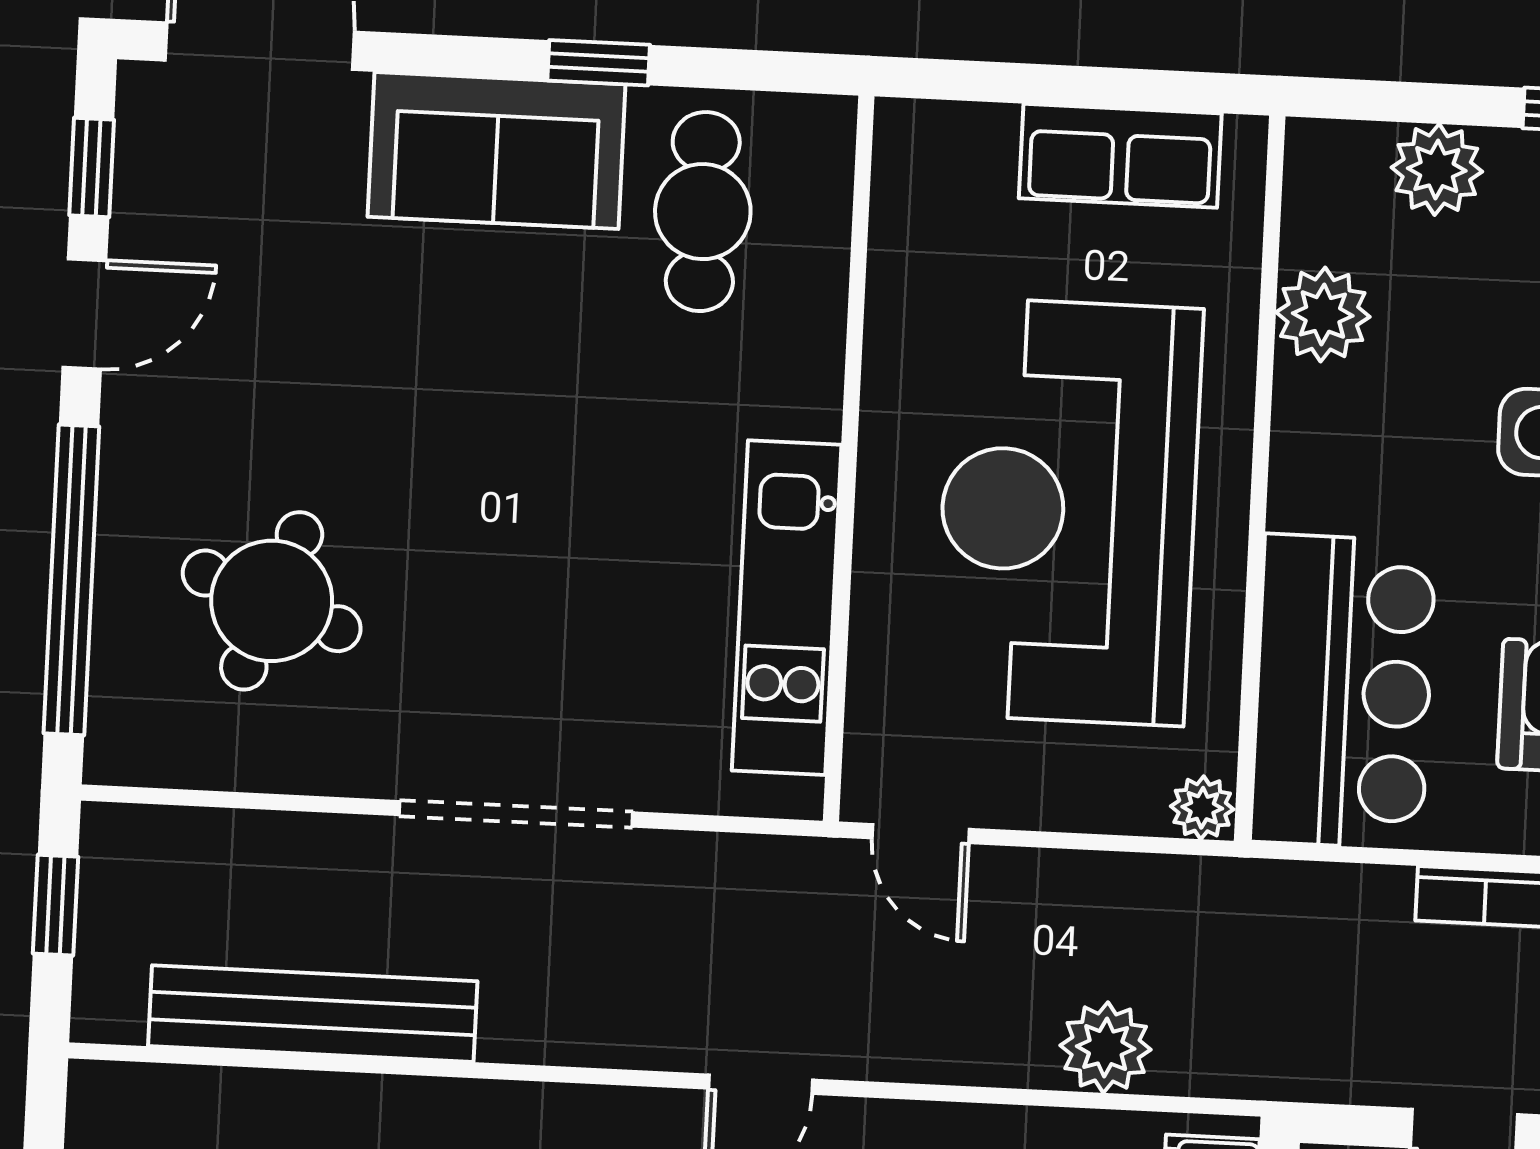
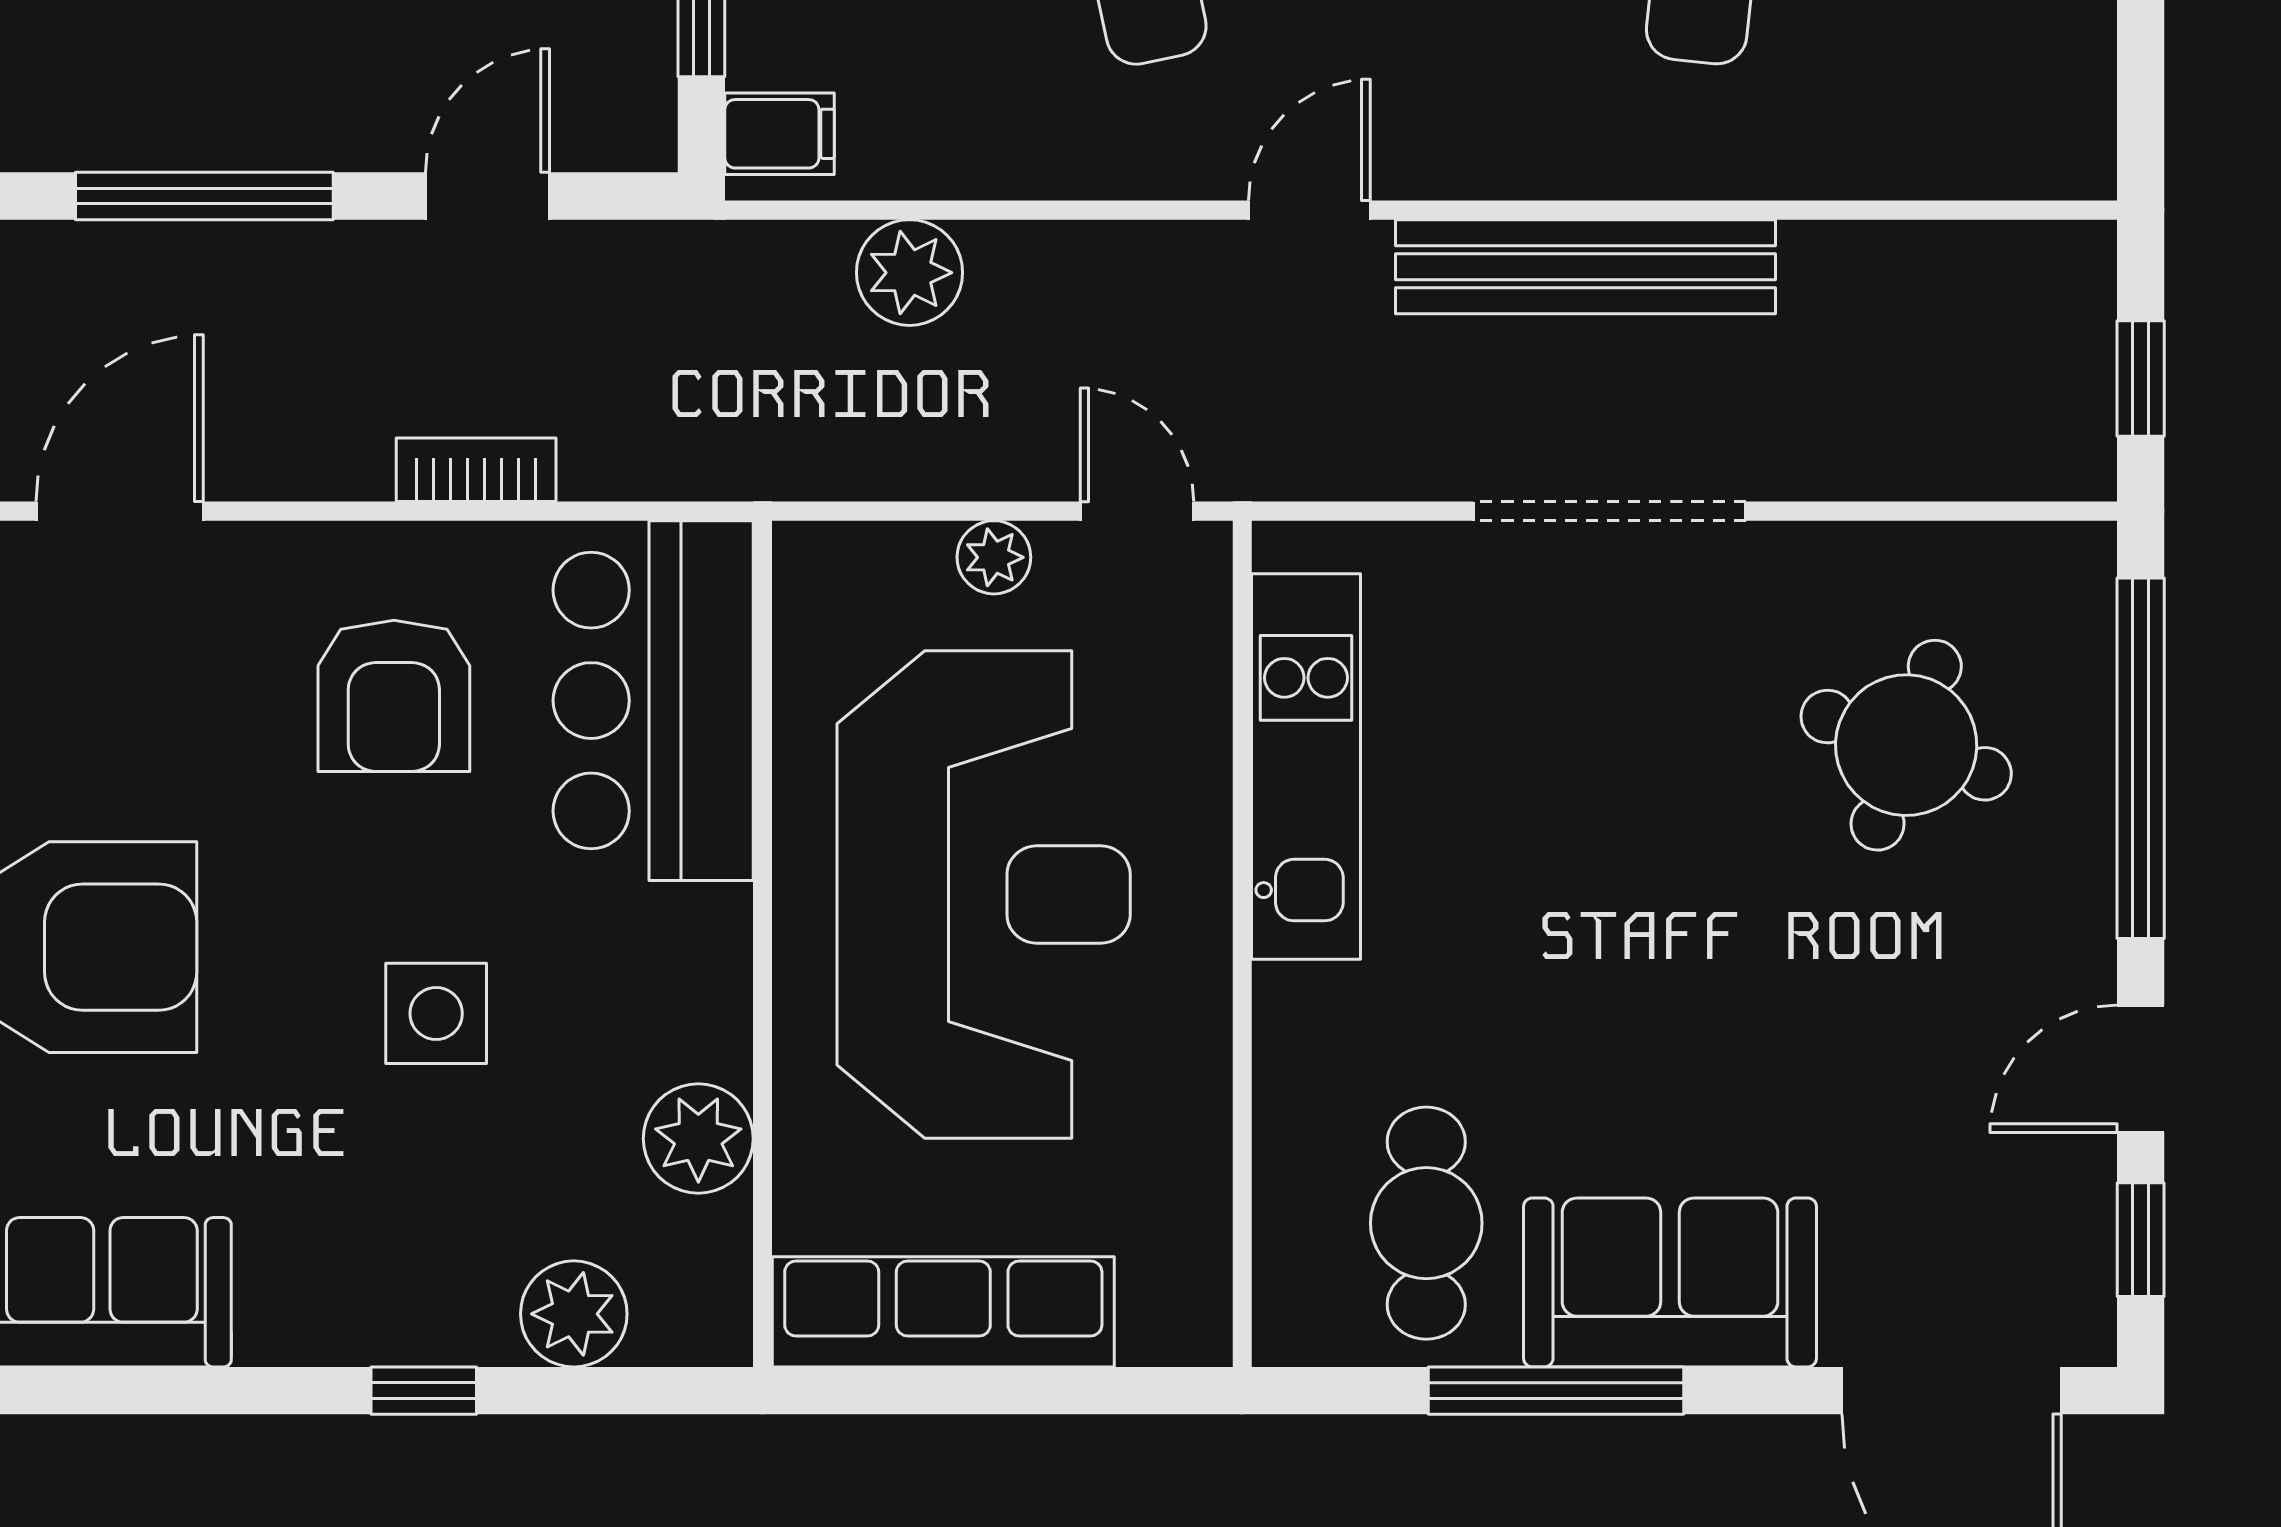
window: (599, 63) -> (1556, 1391), width x2.17
row of seats: (1120, 156) -> (943, 1312), width x1.48
plant: (1202, 808) -> (994, 557), moved
bench: (313, 1014) -> (1586, 267), moved

